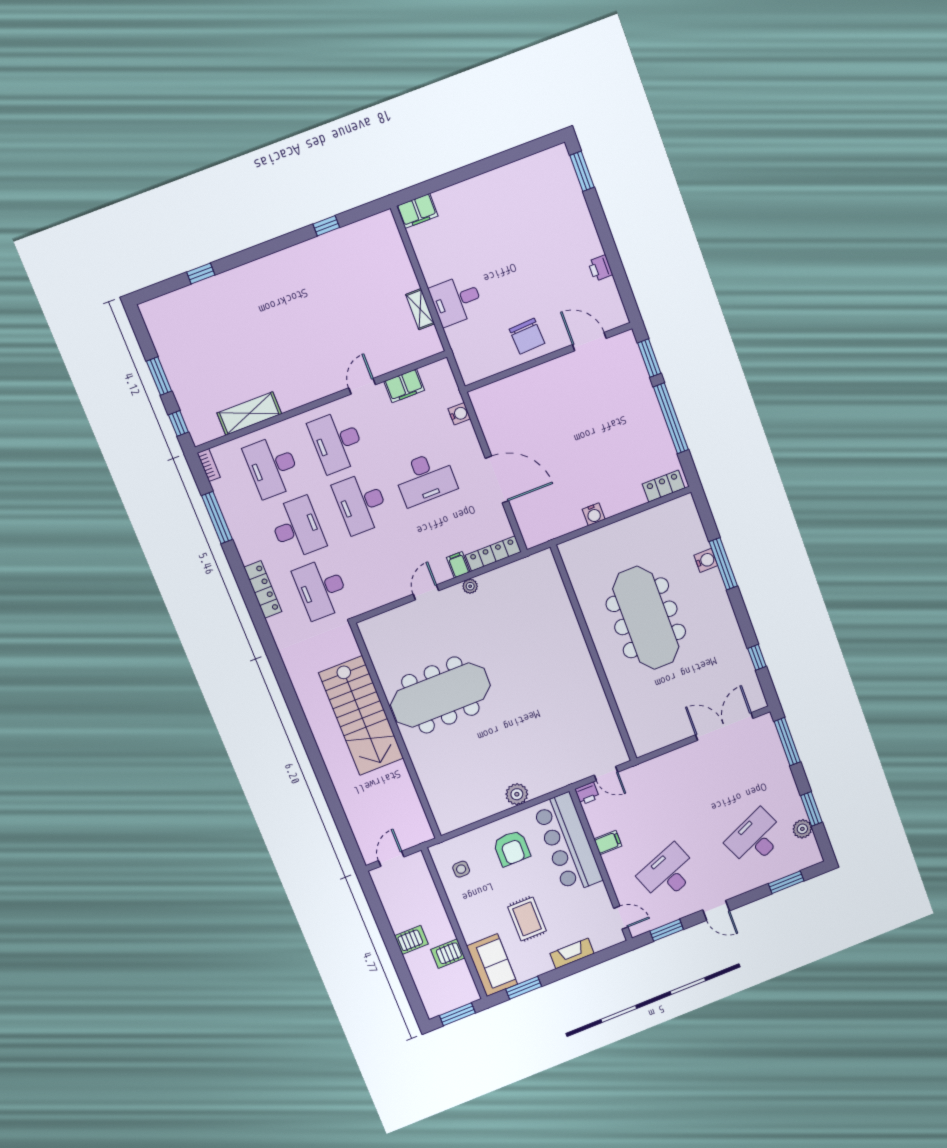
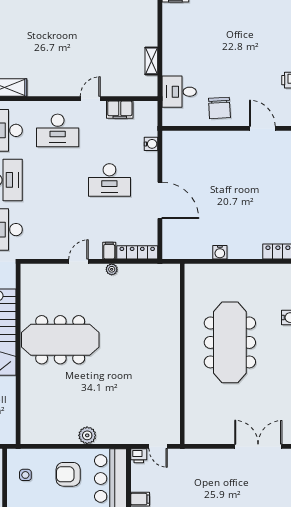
desk: (456, 300) -> (179, 92), moved
desk: (337, 442) -> (58, 130), turned -90
desk: (361, 503) -> (58, 180), removed
armchair: (512, 848) -> (68, 474), turned 90

